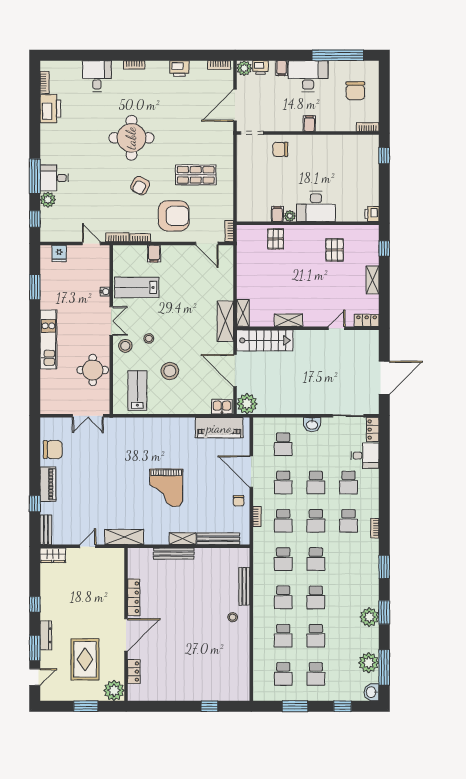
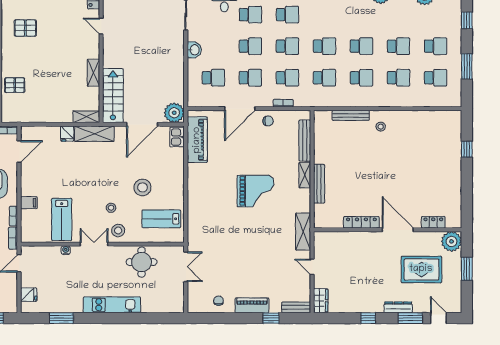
fridge: (225, 293) -> (67, 134), added
chair: (53, 450) -> (218, 301), width x0.54, depth x0.54

